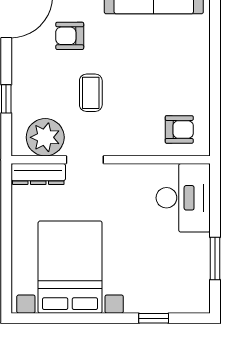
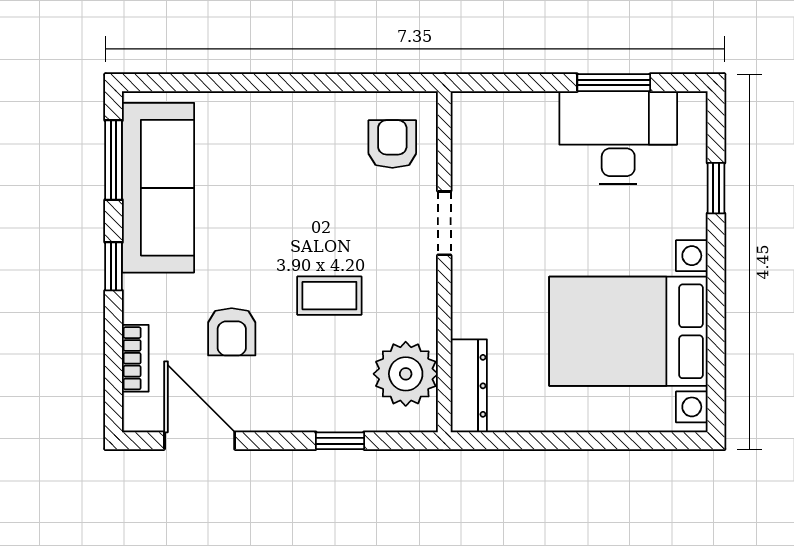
doorway: (85, 160) -> (444, 223), moved
desk: (183, 198) -> (618, 137), moved

